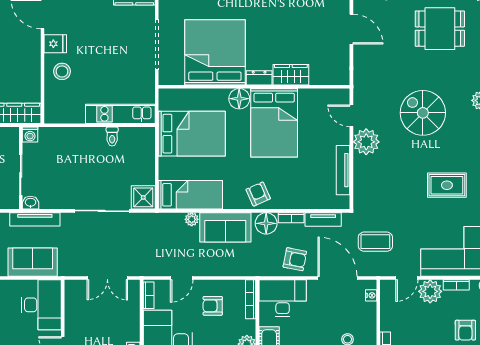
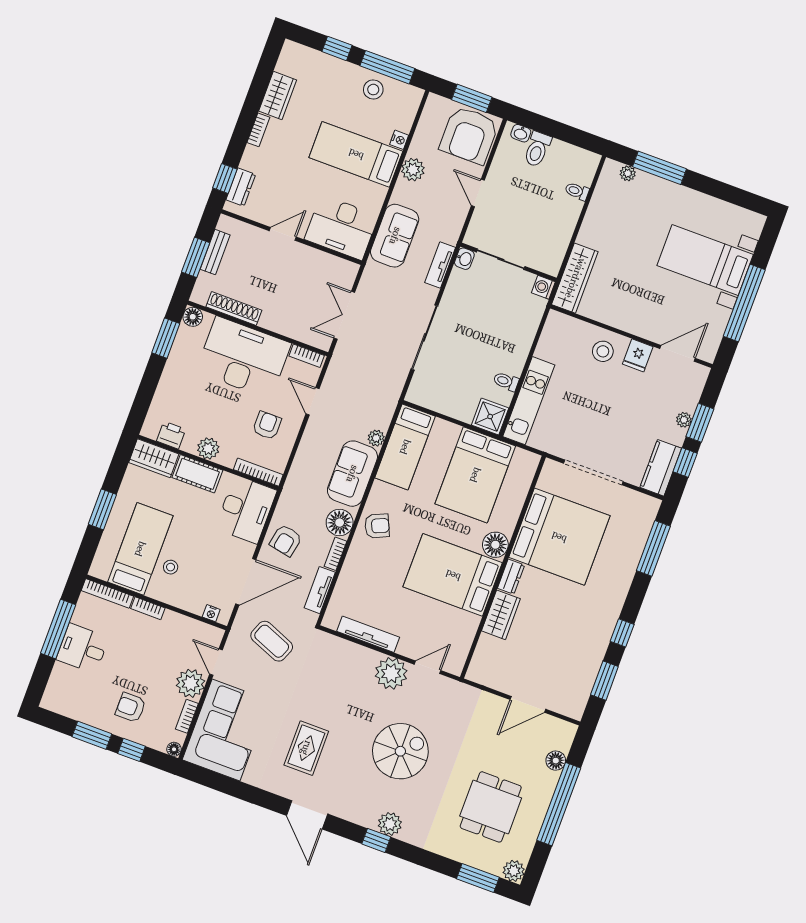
shower: (143, 197) -> (490, 416), moved
tv unit: (35, 219) -> (440, 265), width x0.71
coffee table: (375, 242) -> (272, 641), turned -68

